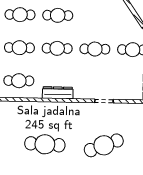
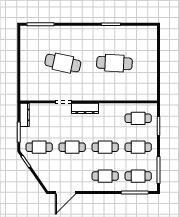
dresser: (58, 93) -> (85, 108), moved
cafe table: (104, 145) -> (63, 63), turned 33

